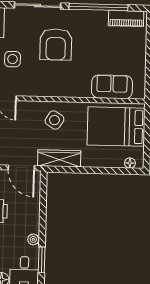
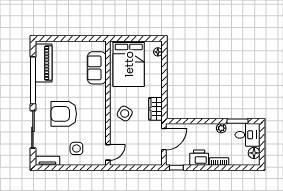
piano: (126, 18) -> (44, 63), width x1.37, depth x1.33
armchair: (56, 44) -> (64, 114), turned 180
wardrobe: (59, 158) -> (155, 109), width x0.67

